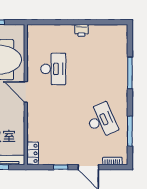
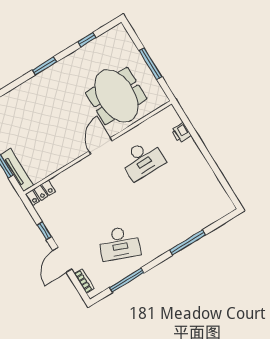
printer: (82, 30) -> (181, 133), moved
desk: (101, 120) -> (119, 243), turned 45

